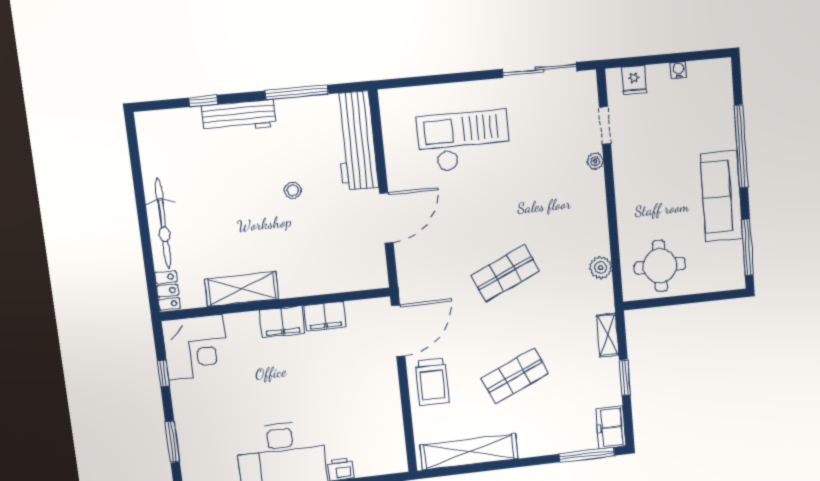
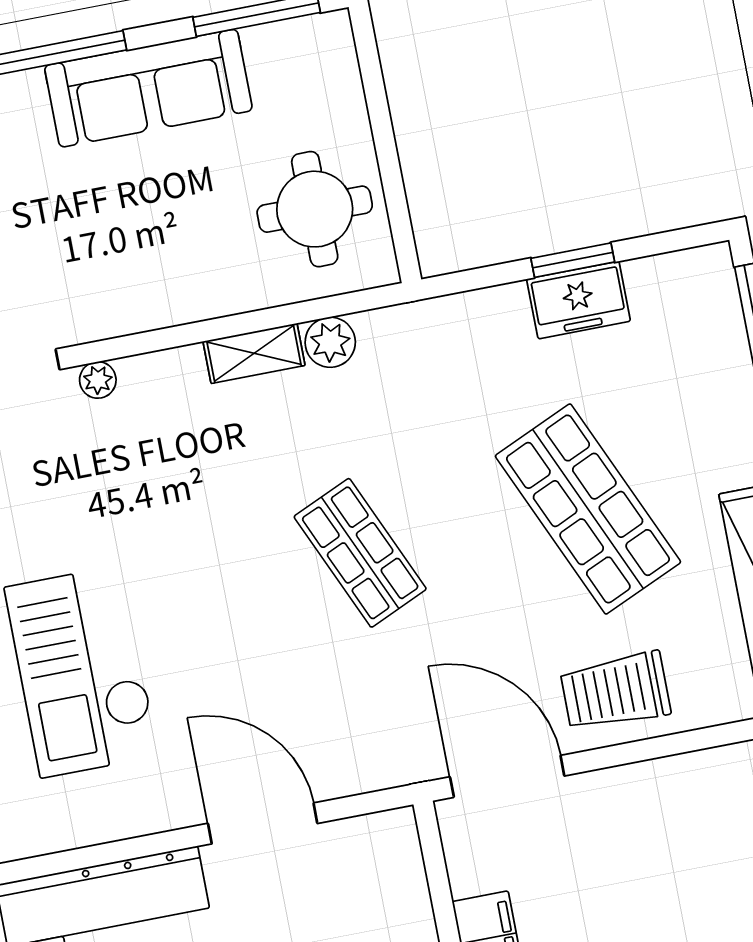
shelving: (608, 335) -> (254, 353), moved
shop shelf: (515, 376) -> (588, 509), width x1.43, depth x1.36
trolley: (432, 382) -> (615, 691), turned 180
freezer: (611, 427) -> (578, 300), moved

